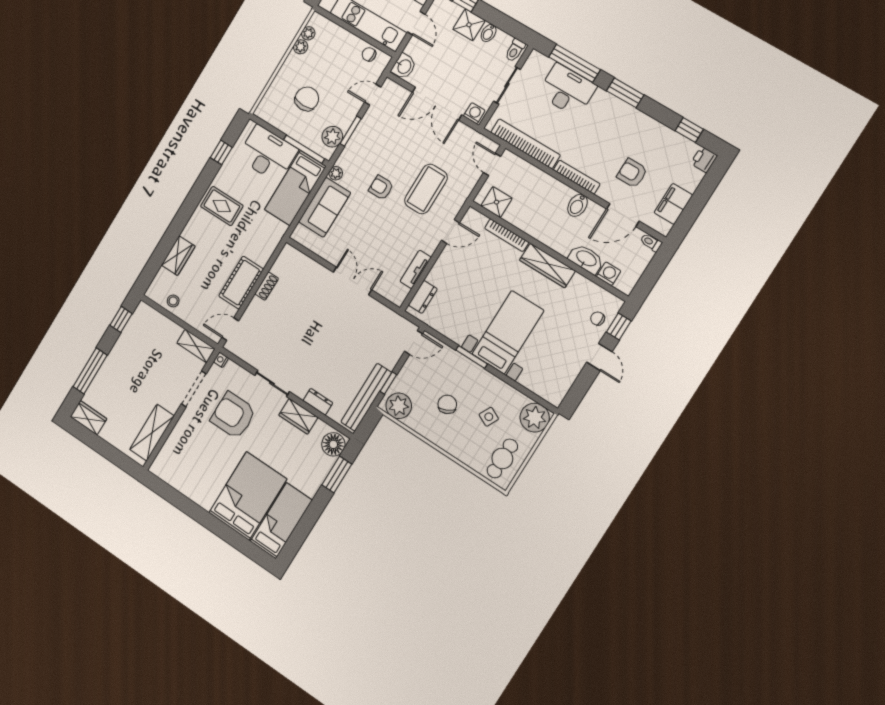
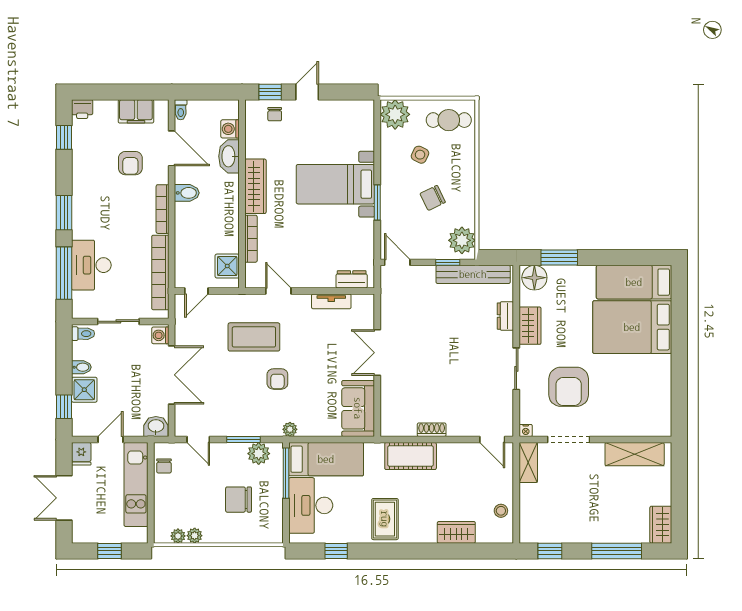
sofa: (325, 207) -> (358, 408), moved, turned -90
cot: (241, 283) -> (411, 456), moved

